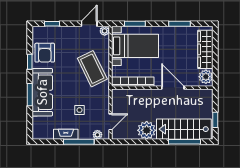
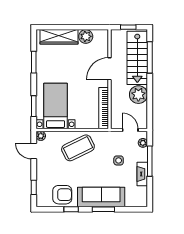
bookcase: (133, 82) -> (104, 108), moved
wall: (162, 88) -> (110, 79), moved
door: (173, 88) -> (110, 69), moved

